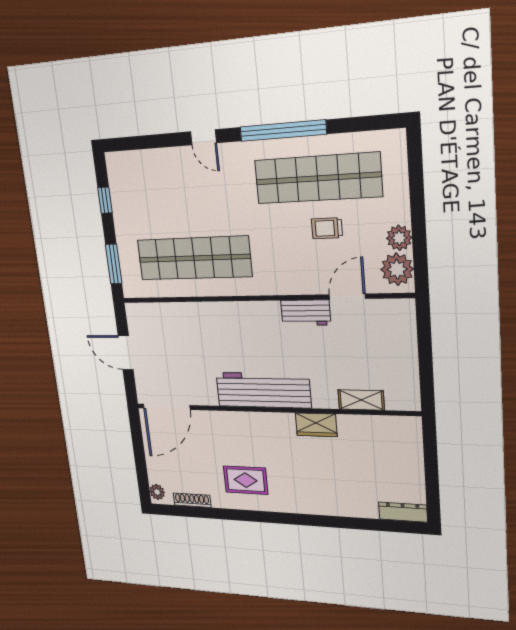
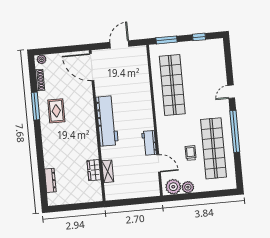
wardrobe: (316, 425) -> (94, 170), moved
dresser: (403, 512) -> (50, 180), moved
window: (238, 515) -> (35, 106), added

